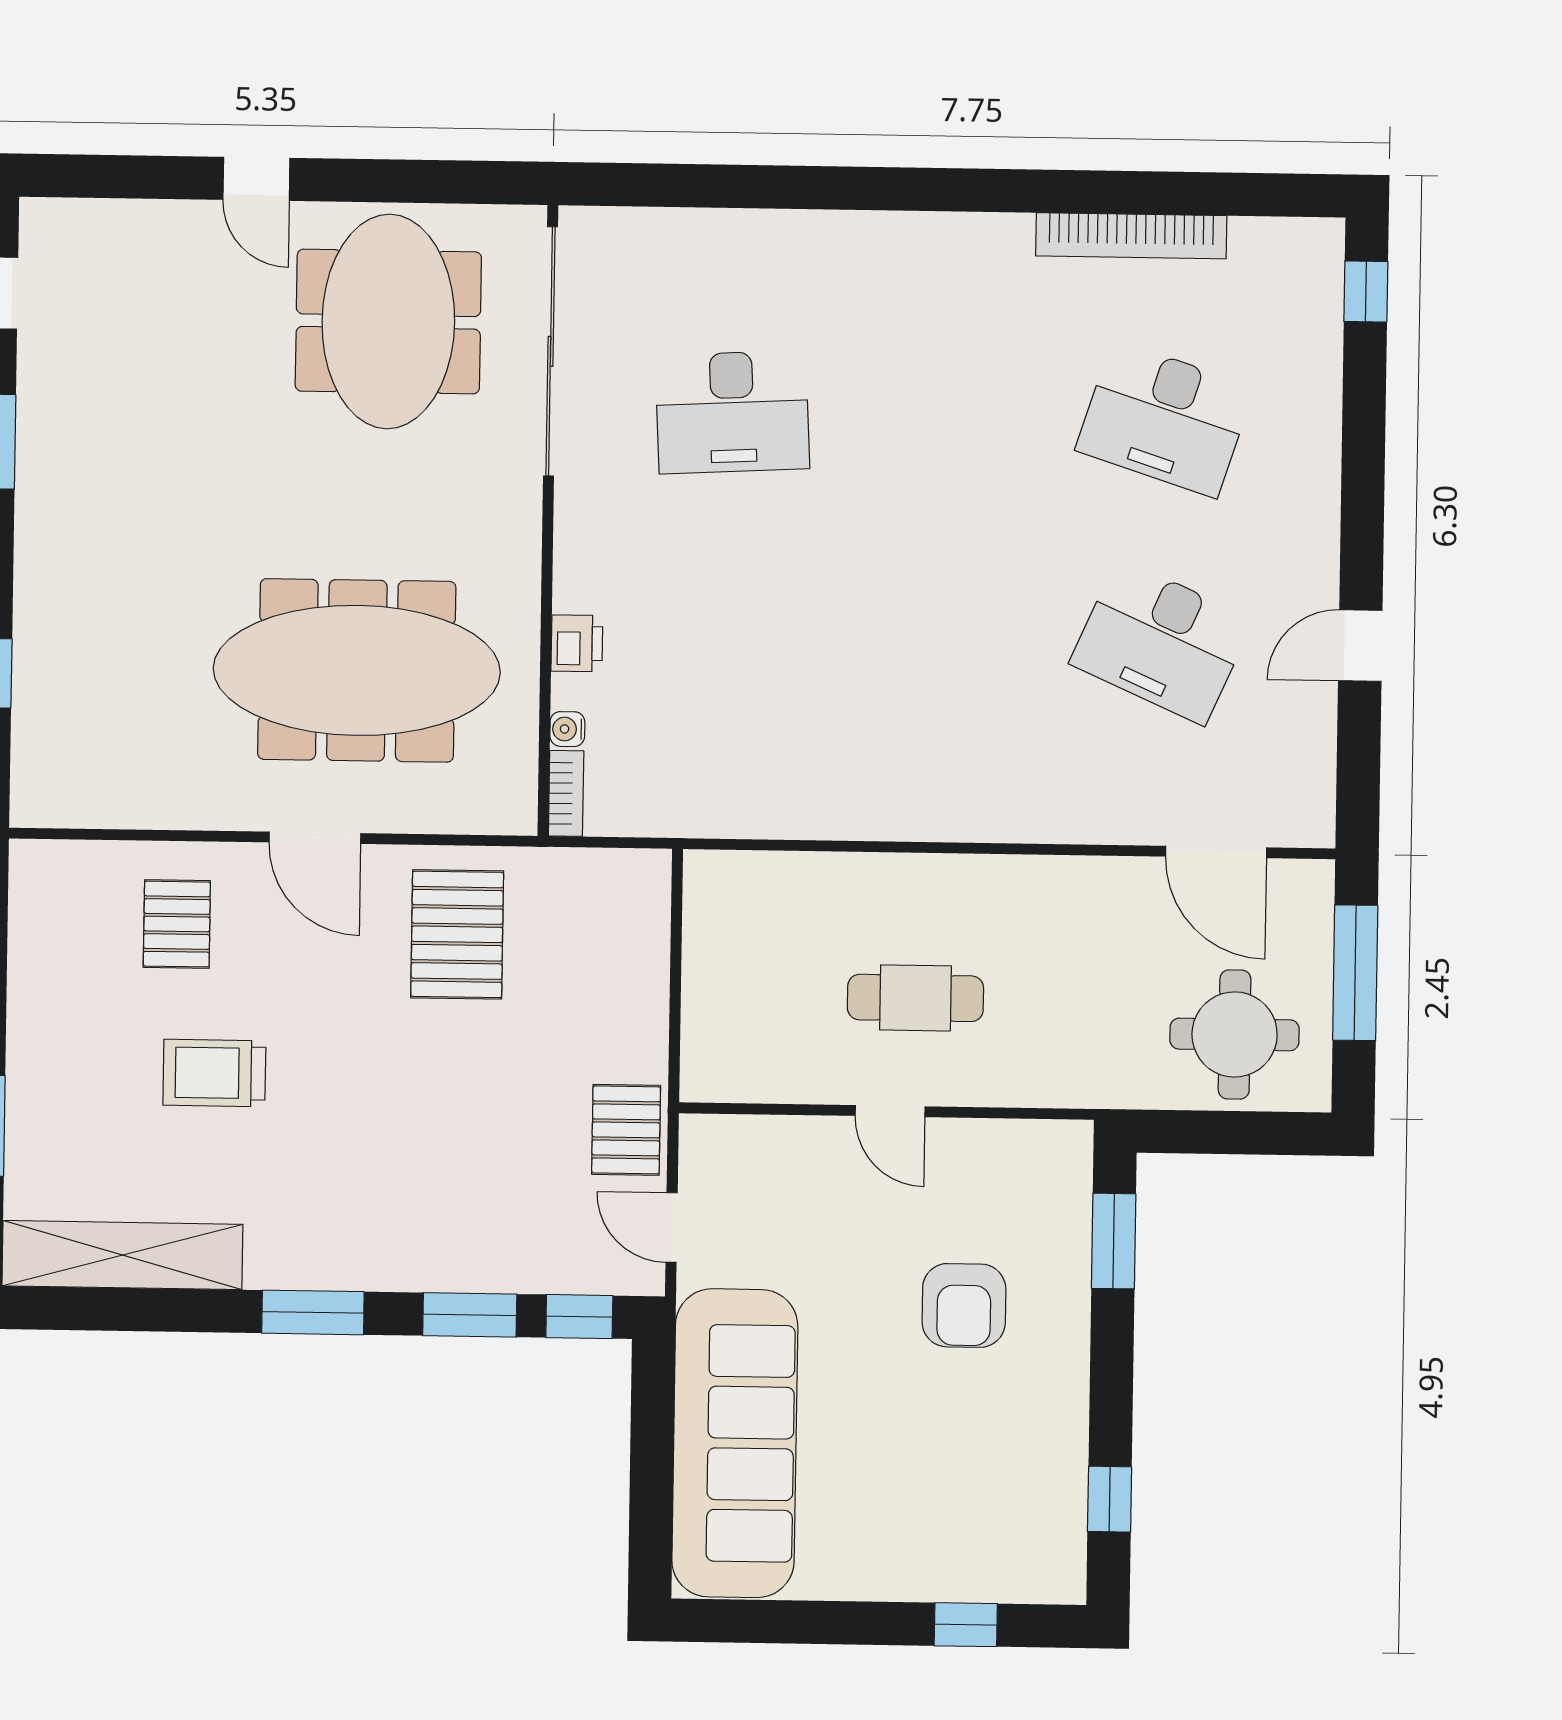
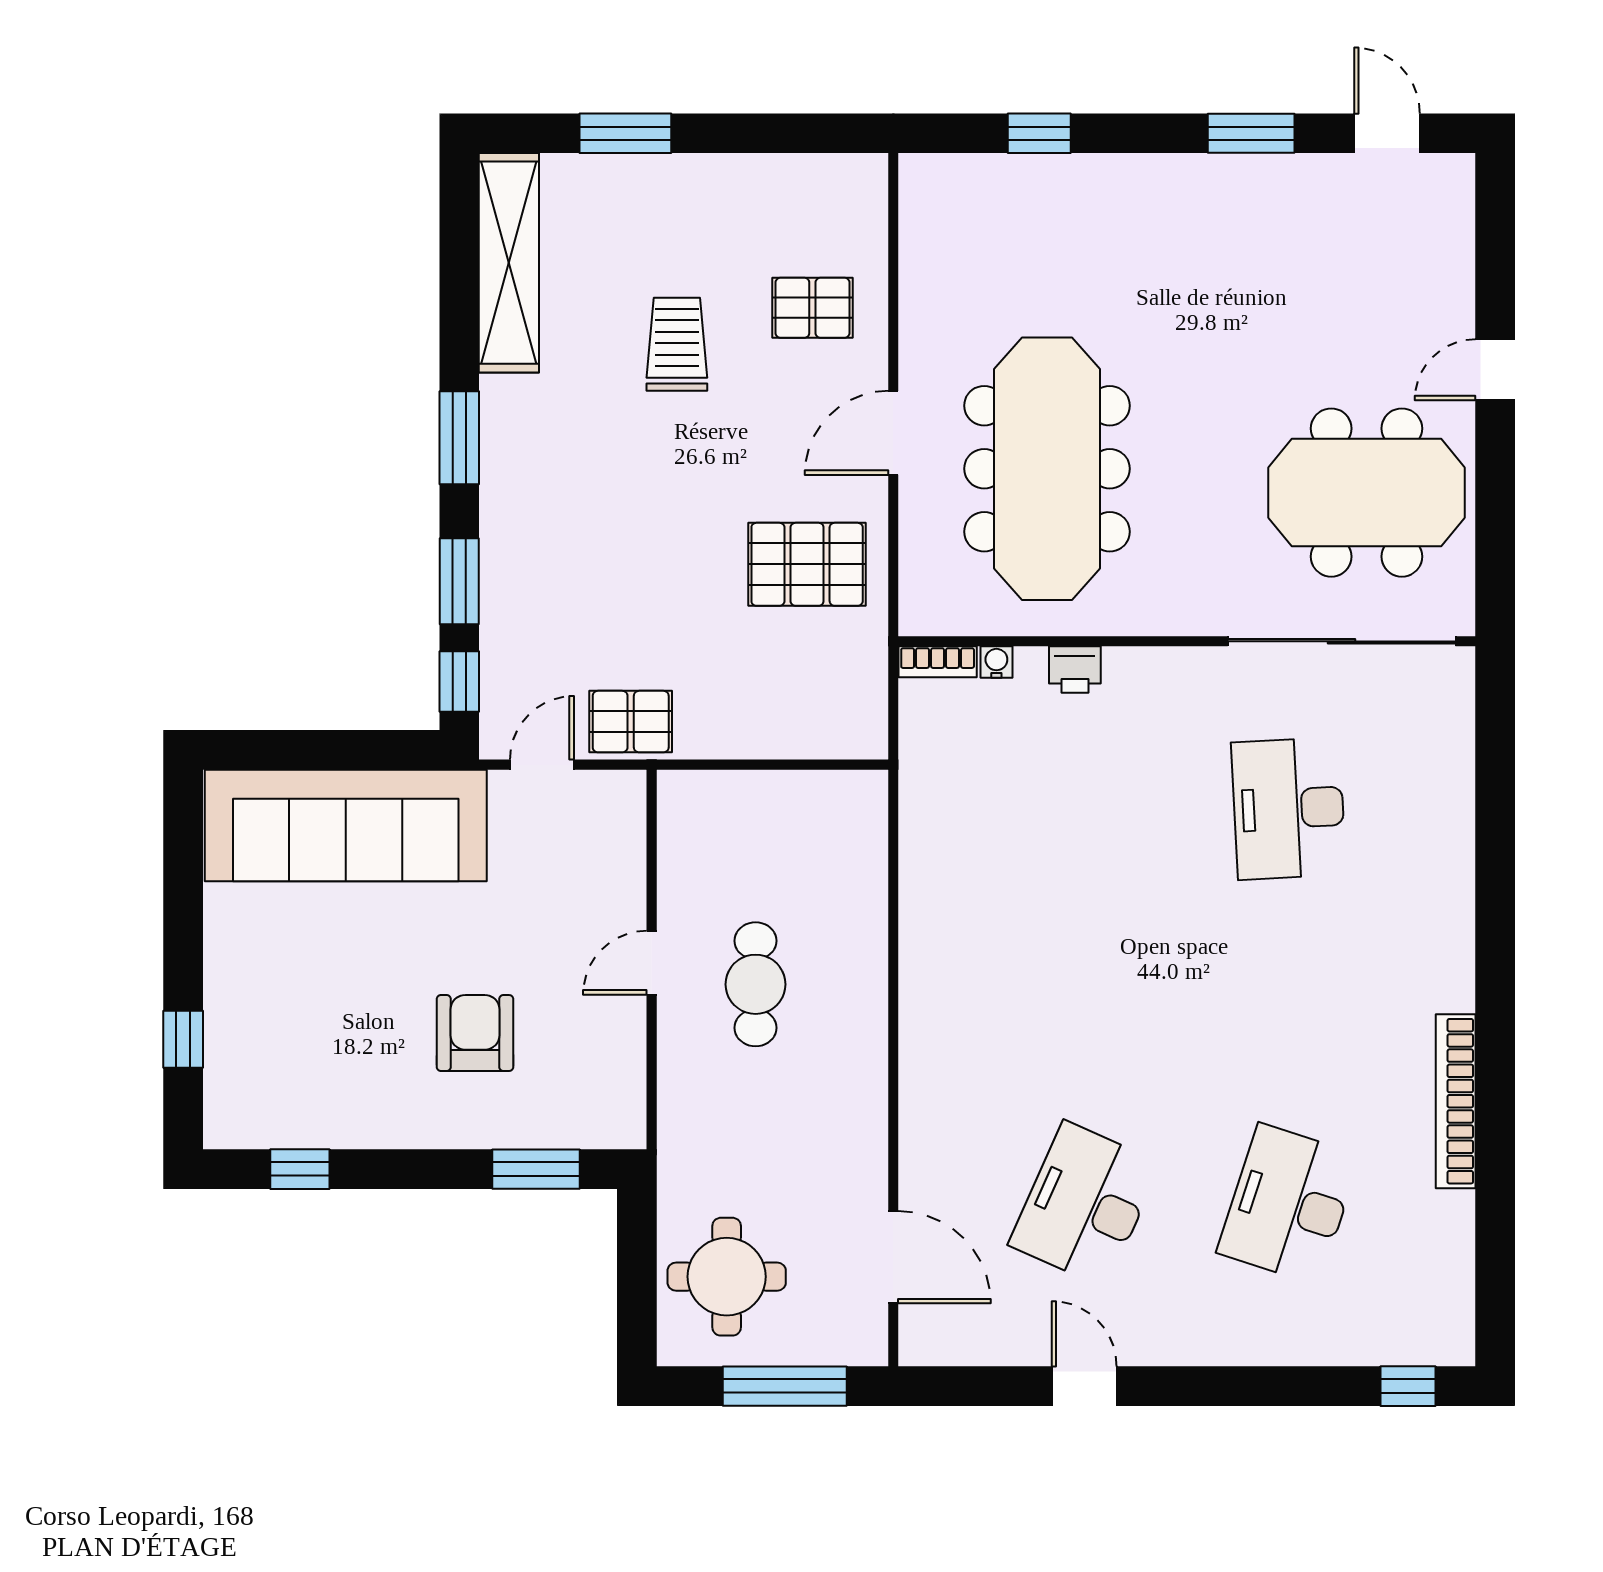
bookcase: (1131, 236) -> (1456, 1101), moved
door: (1216, 852) -> (893, 1257), swing flipped
armchair: (964, 1305) -> (475, 1033), turned 90

